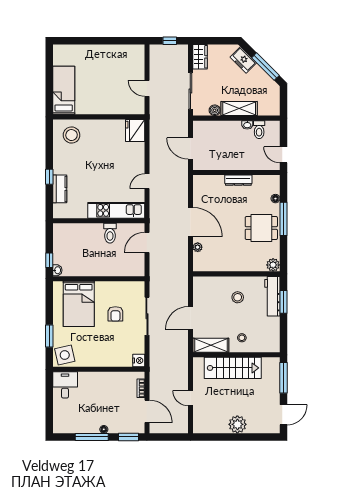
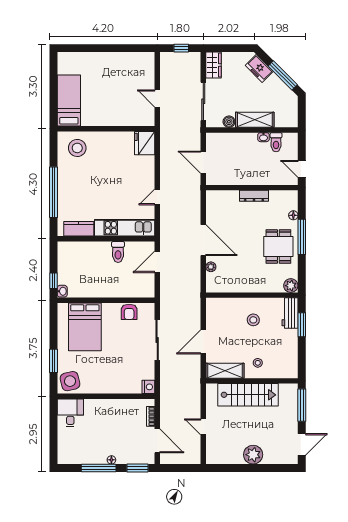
window: (49, 177) -> (54, 192), width x3.17
kitchen counter: (60, 189) -> (79, 229), moved, turned -90
dining table: (261, 228) -> (278, 246), turned 90
workbench: (272, 296) -> (290, 313), width x0.73
armchair: (115, 314) -> (129, 312), moved

